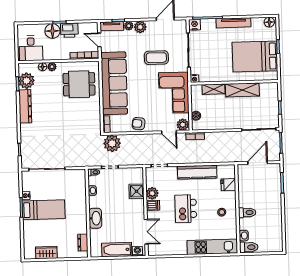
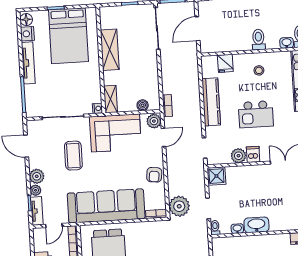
nightstand: (195, 25) -> (27, 34), moved
shelving: (213, 89) -> (111, 99), moved
door: (258, 163) -> (197, 29), hinge flipped
shower: (137, 191) -> (216, 176), moved
washbasin: (95, 218) -> (256, 225), moved

